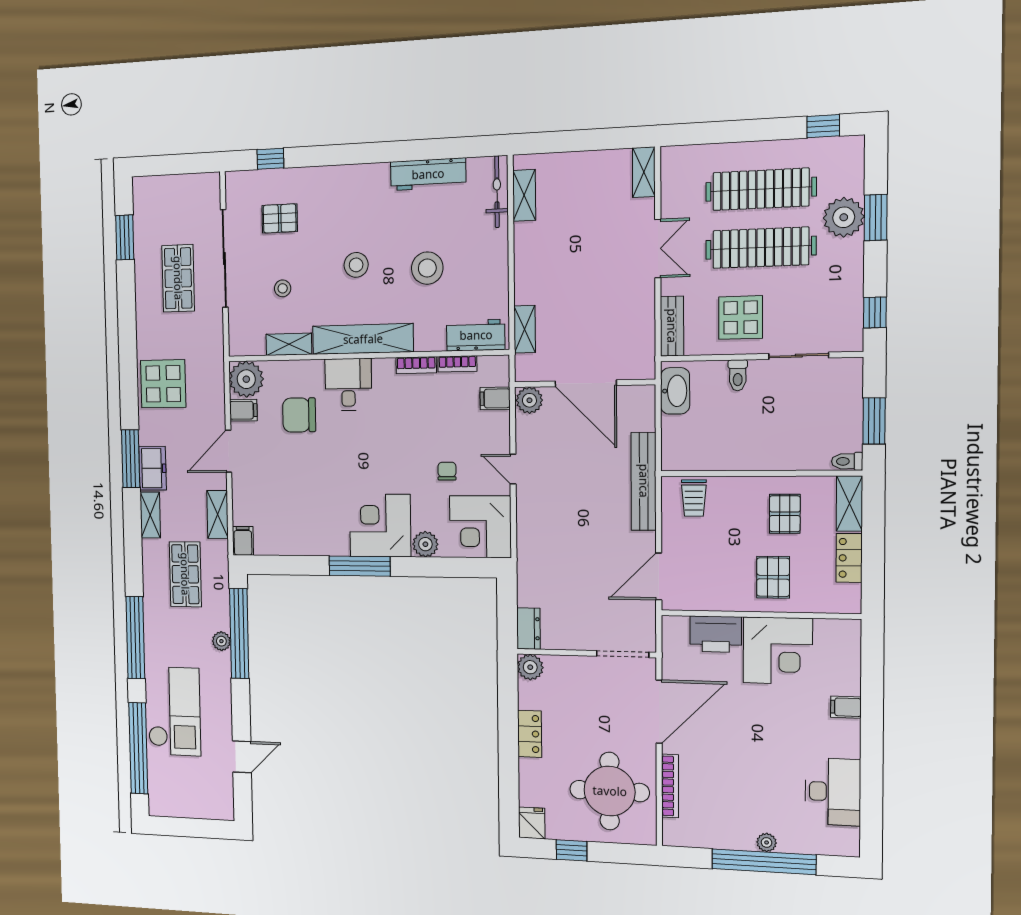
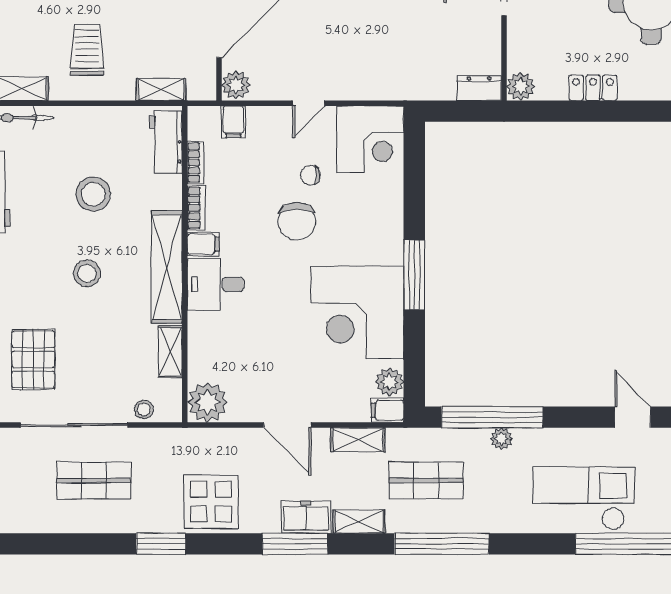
pallet: (280, 218) -> (33, 359), width x1.50, depth x1.42
window: (125, 237) -> (161, 544), moved
trolley: (561, 257) -> (87, 50), added
stool: (283, 288) -> (144, 410), moved
filing cabinet: (243, 410) -> (203, 244), moved, turned 90
chair: (299, 415) -> (297, 221), moved
corner desk: (380, 526) -> (357, 312), moved, width x1.36, depth x1.36
plant: (425, 544) -> (390, 382), moved
window: (135, 638) -> (442, 544), moved

